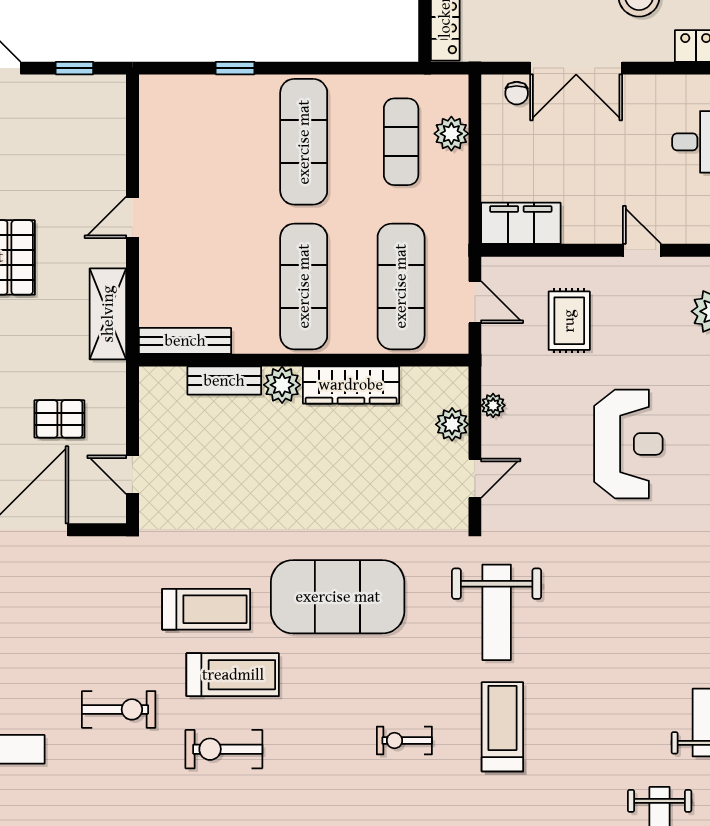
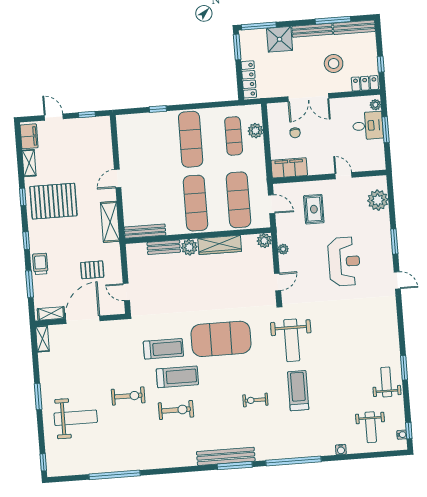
chair: (517, 93) -> (295, 133), moved
plant: (452, 424) -> (264, 241), moved
exercise bike: (224, 749) -> (176, 410), turned 180

